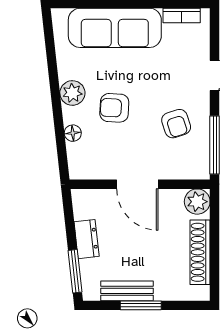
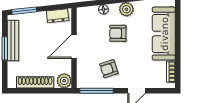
armchair: (114, 108) -> (118, 33), turned -93
dresser: (87, 239) -> (58, 16), moved
bench: (127, 291) -> (13, 41), width x1.36

